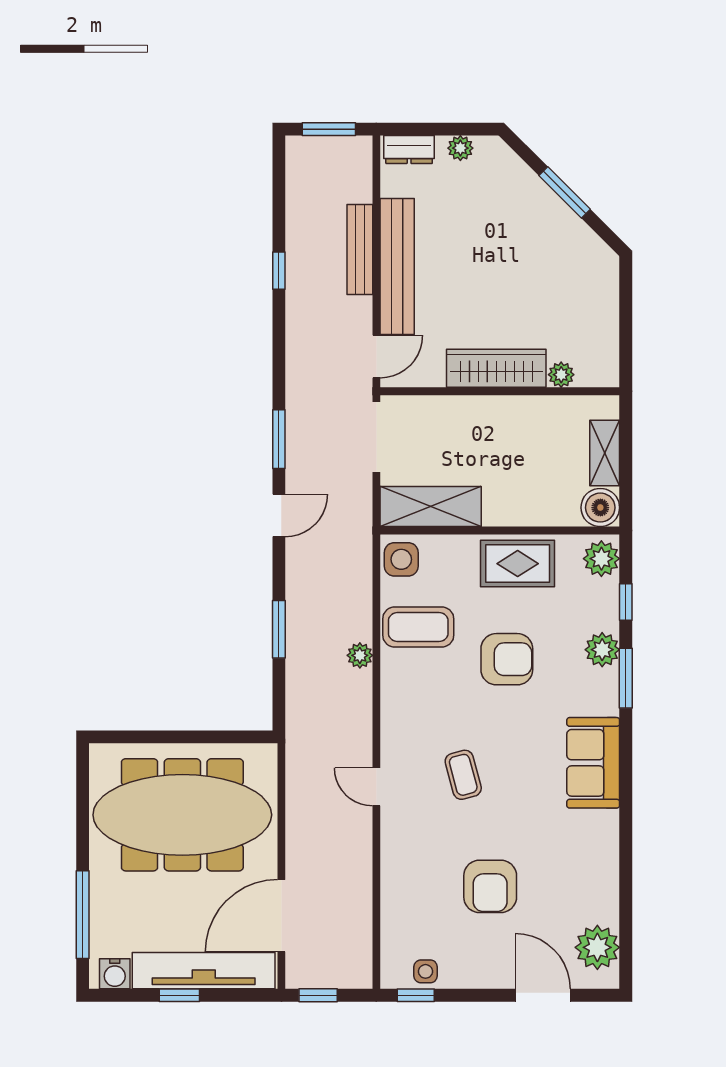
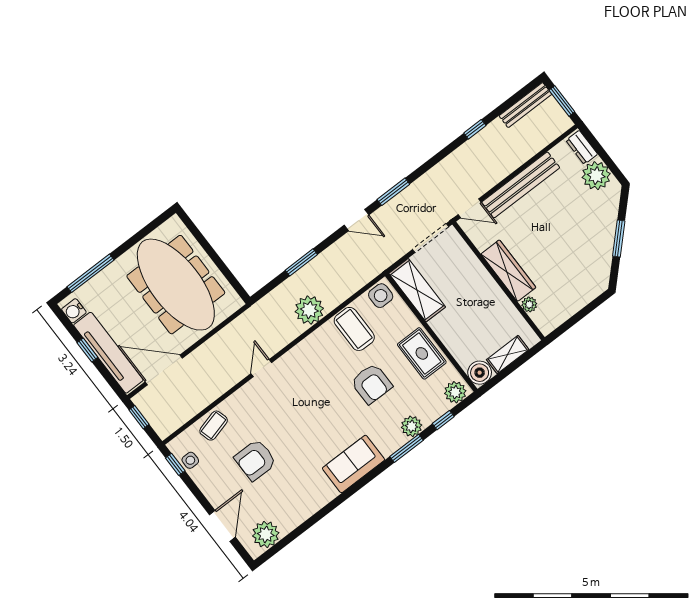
plant: (460, 148) -> (596, 176), width x1.87, depth x1.87
bench: (360, 250) -> (525, 105), moved
plant: (360, 655) -> (309, 310), width x1.87, depth x1.87
coffee table: (463, 775) -> (214, 426), moved

